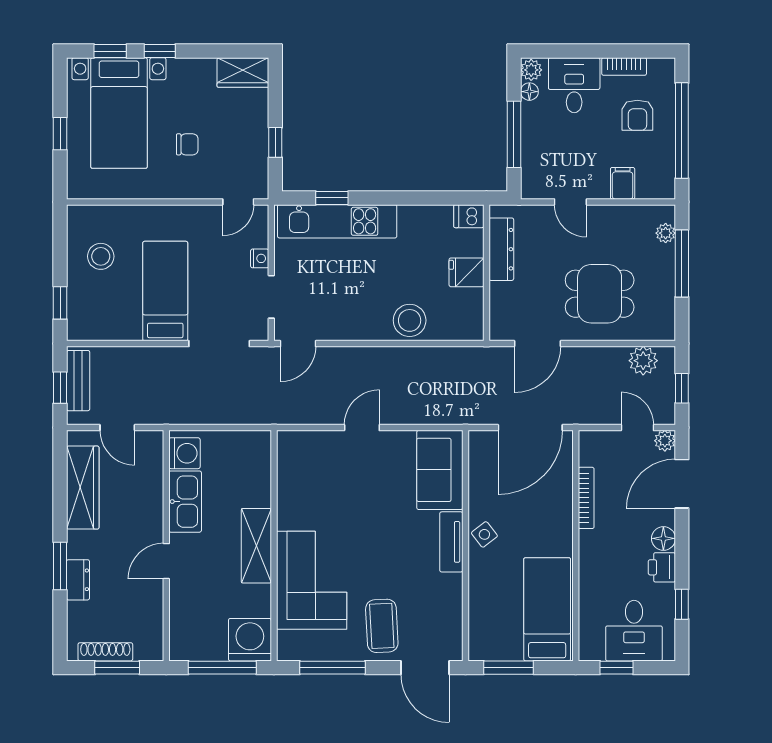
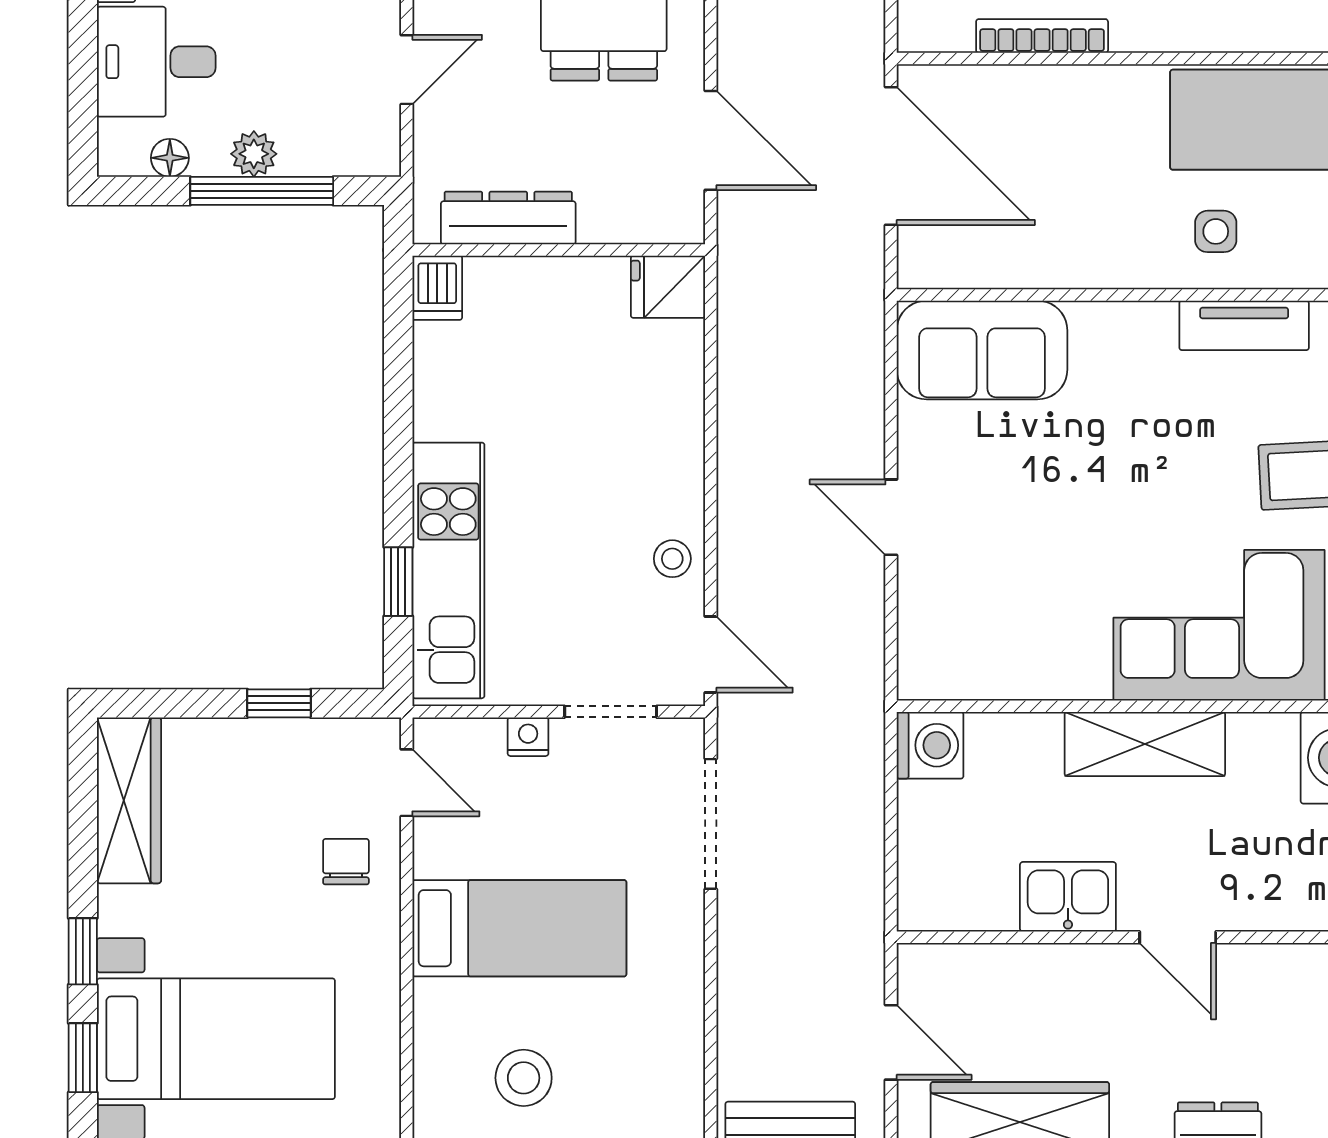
plant: (531, 70) -> (254, 154), moved
wardrobe: (243, 73) -> (129, 800), width x1.50
chair: (187, 144) -> (346, 862), moved
fridge: (466, 272) -> (668, 287), moved, turned 90
bed: (165, 291) -> (519, 928), moved, turned 180
stool: (410, 320) -> (672, 559), moved, width x0.53, depth x0.53
door: (117, 428) -> (891, 1042), hinge flipped
washing machine: (184, 453) -> (930, 745), moved, turned 90
kitchen sink: (185, 502) -> (1068, 897), width x0.73
side table: (484, 534) -> (1216, 231), moved, turned 38
tv unit: (451, 542) -> (1244, 325), moved

